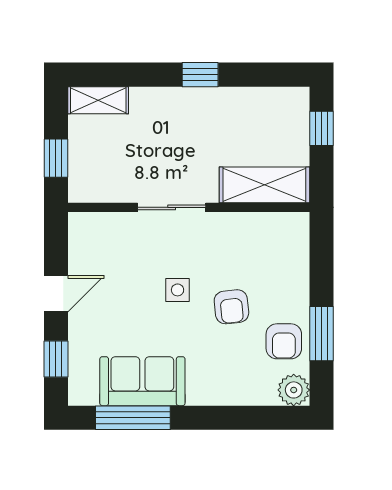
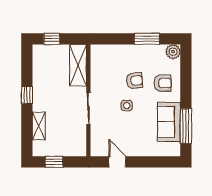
shelving: (98, 100) -> (39, 126), moved
window: (56, 158) -> (54, 162), moved
door: (56, 294) -> (117, 162), moved
armchair: (284, 341) -> (163, 83), moved
window: (56, 359) -> (159, 162), removed

